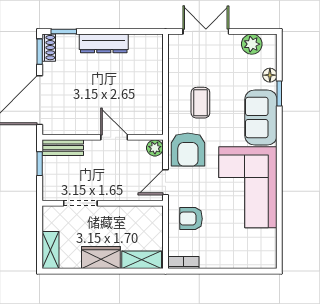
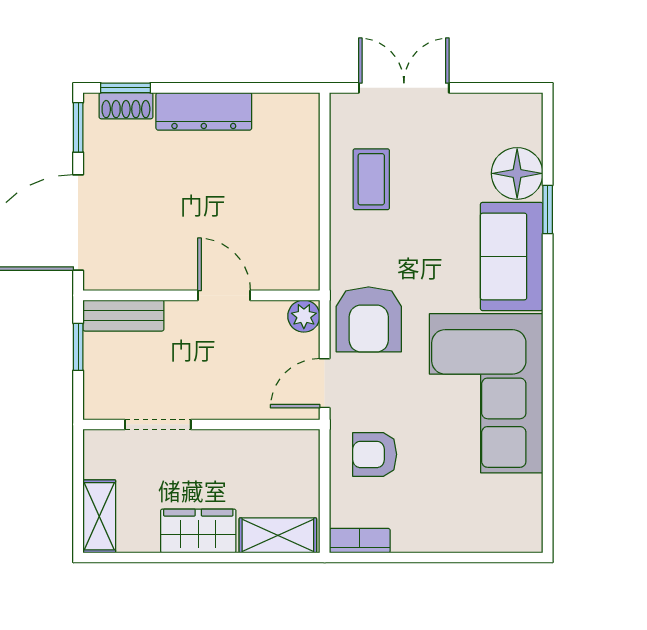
plant: (252, 44) -> (494, 113), removed
shoe rack: (49, 48) -> (126, 106), moved, turned 90
floor lamp: (270, 75) -> (517, 173), width x1.89, depth x1.89
coffee table: (200, 103) -> (371, 179), moved

